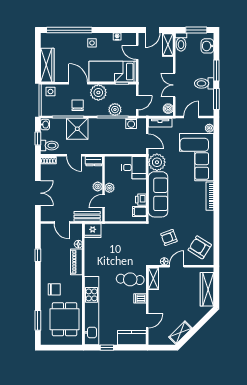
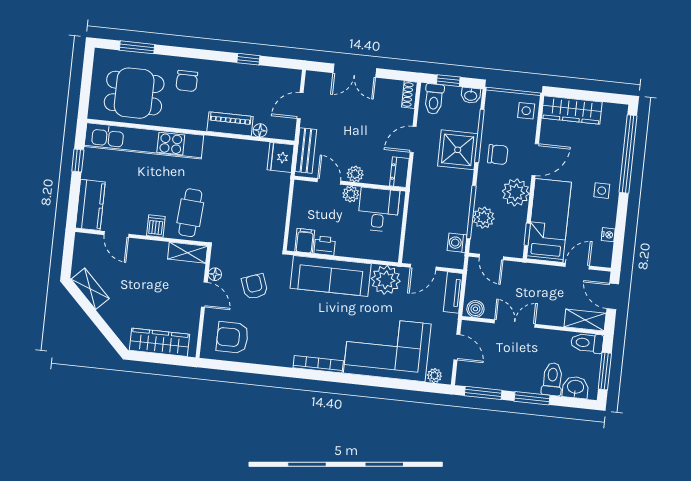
toilet: (204, 83) -> (552, 379), moved
desk: (134, 168) -> (378, 210), moved, turned 180
armchair: (200, 247) -> (232, 337), turned -122

